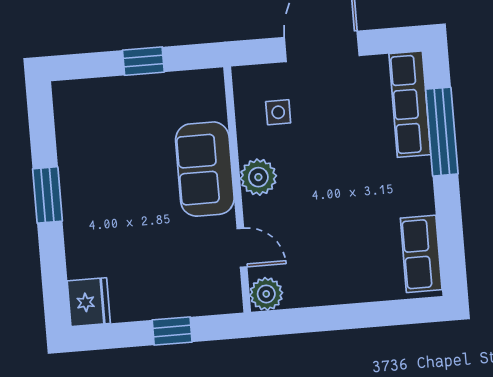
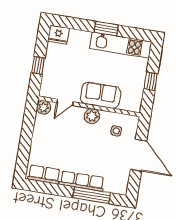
row of seats: (410, 104) -> (82, 181), moved
kitchen unit: (77, 152) -> (121, 45), added

